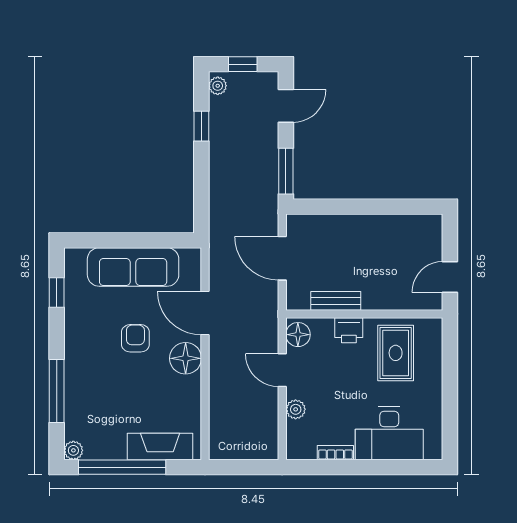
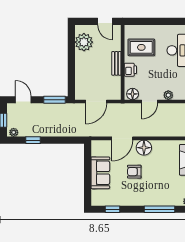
plant: (407, 233) -> (84, 42), added
sofa: (133, 267) -> (100, 173), width x0.73
bench: (336, 301) -> (116, 63), moved

